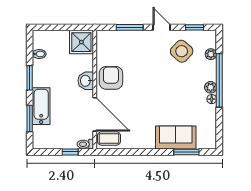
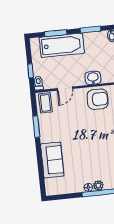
bathtub: (41, 106) -> (62, 45), width x1.36, depth x1.36
door: (95, 114) -> (65, 89), width x0.53
window: (186, 152) -> (36, 127), moved

